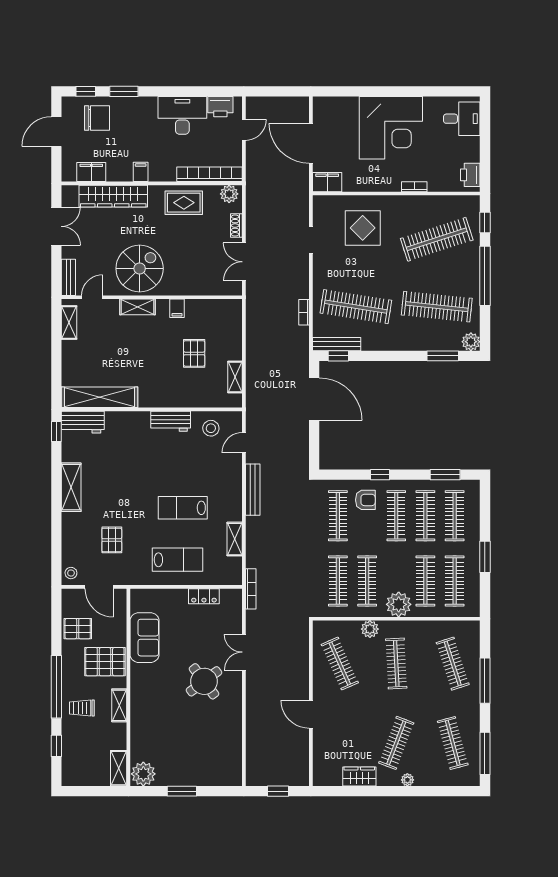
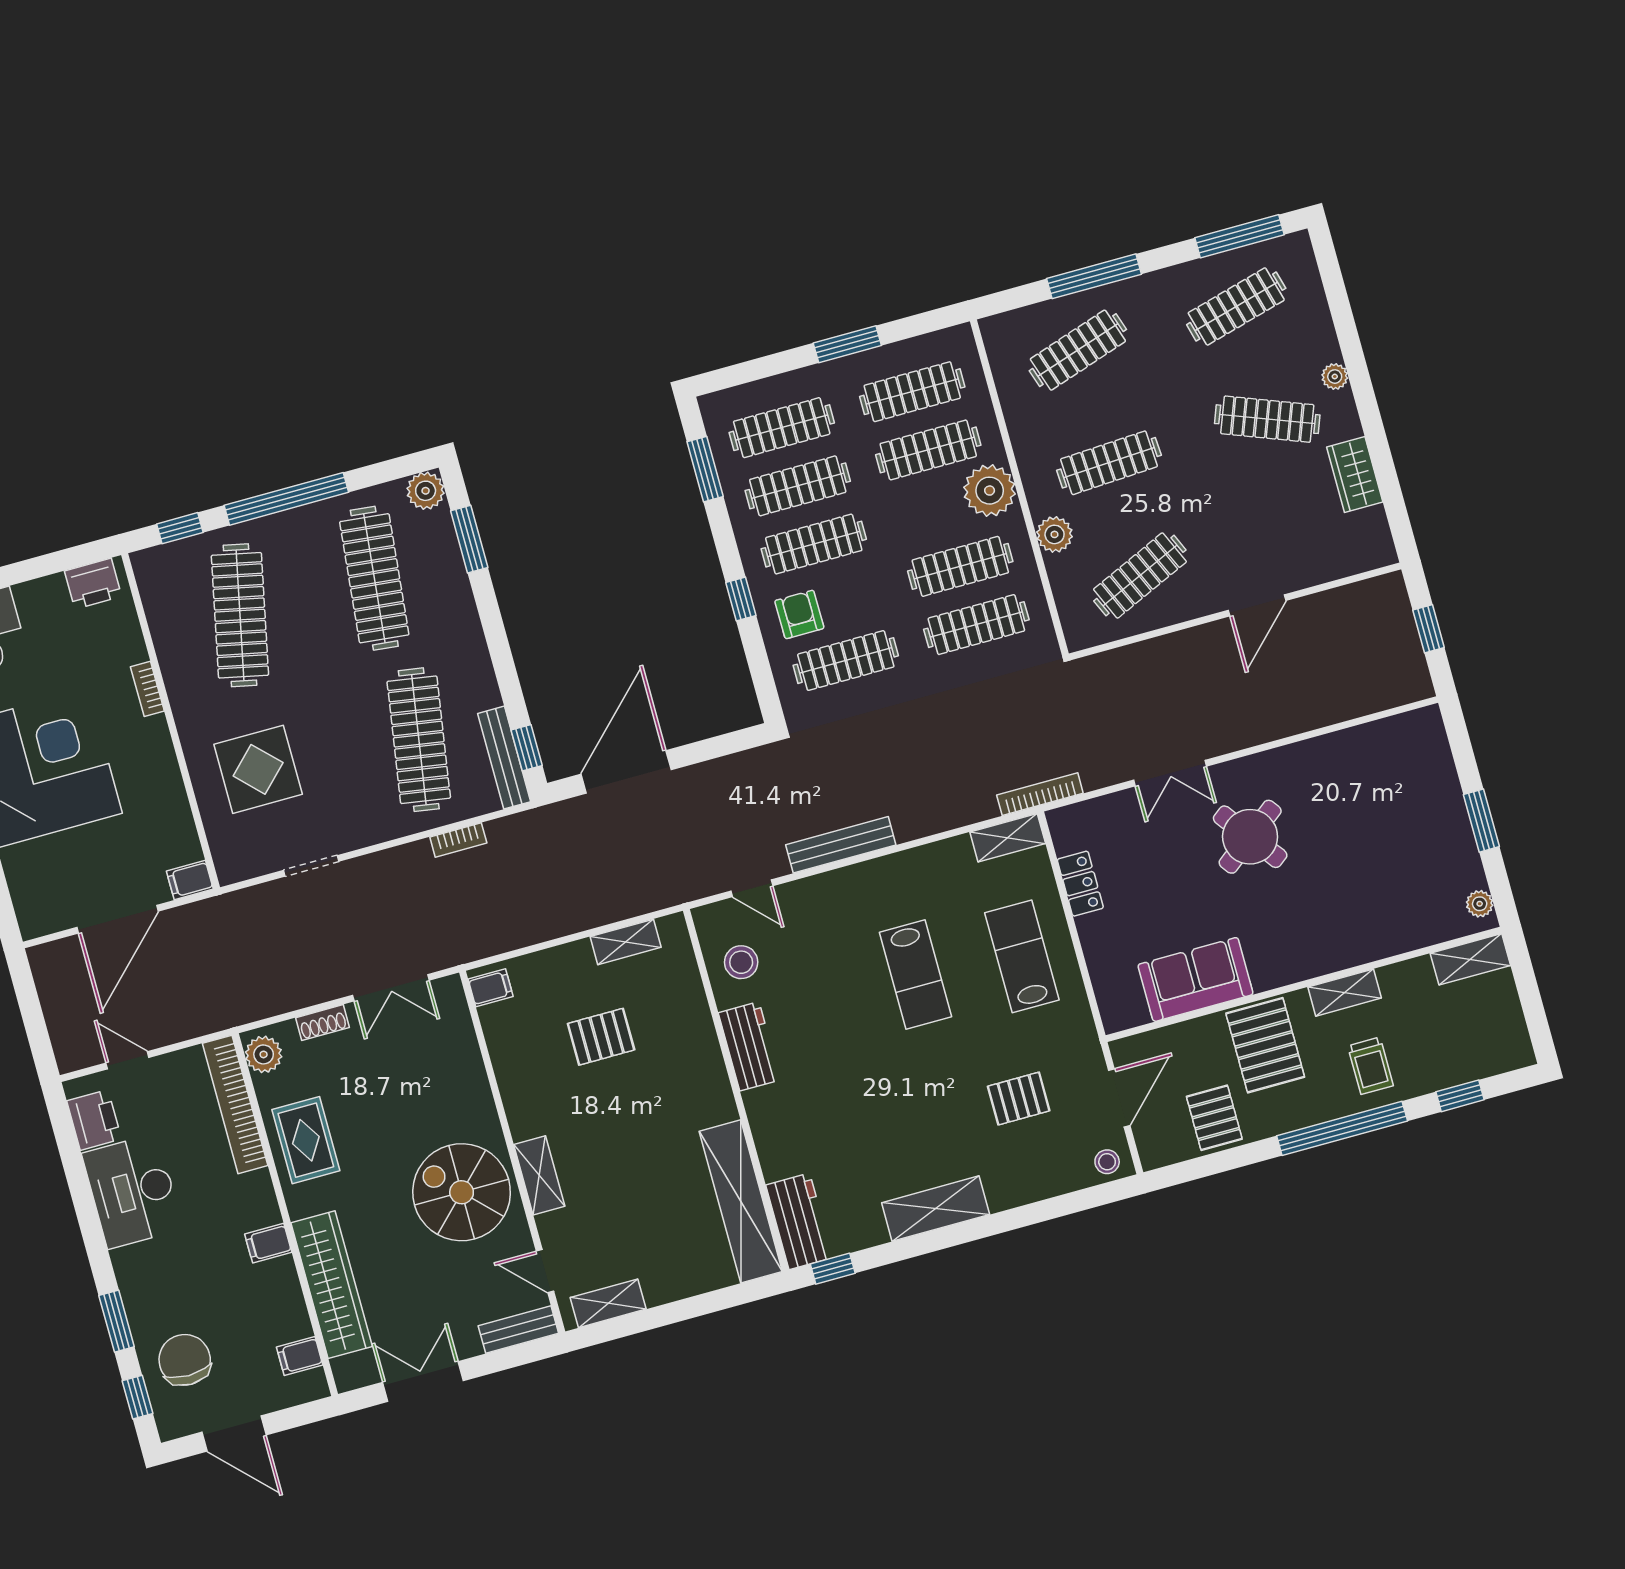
filing cabinet: (91, 172) -> (300, 1356), width x0.50
filing cabinet: (327, 182) -> (190, 880), width x0.50
clothes rail: (437, 239) -> (240, 615), turned 30
filing cabinet: (177, 308) -> (491, 988), moved
shelving: (235, 539) -> (1008, 838), moved
plant: (143, 774) -> (1480, 904), width x0.53, depth x0.53

